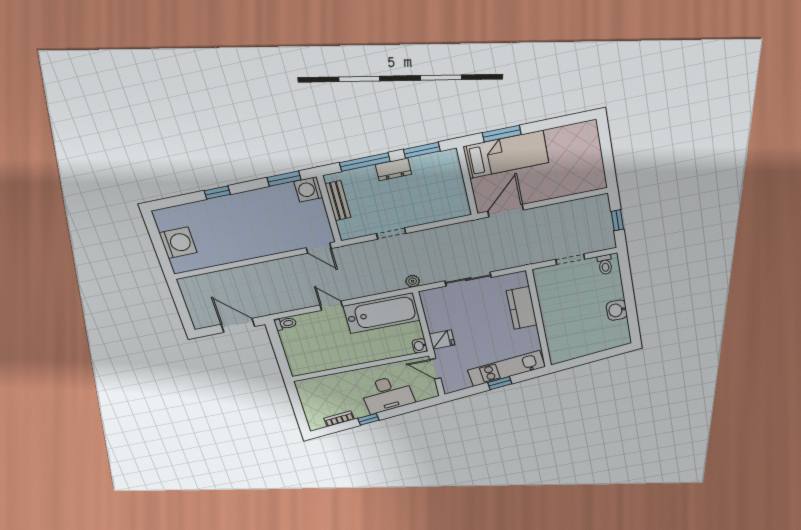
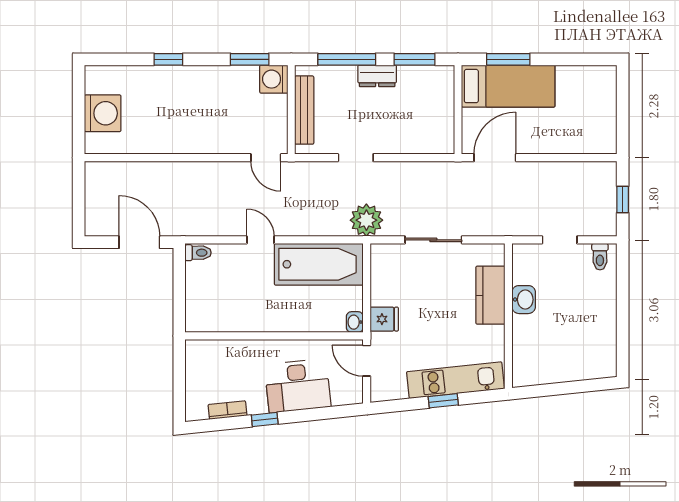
bench: (338, 201) -> (304, 110), width x1.36
plant: (413, 281) -> (366, 220), width x1.88, depth x1.88
washbasin: (617, 310) -> (524, 300), moved, turned 180

